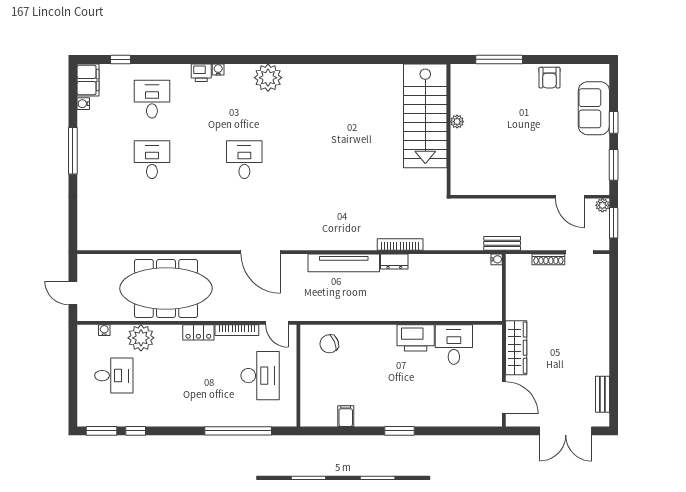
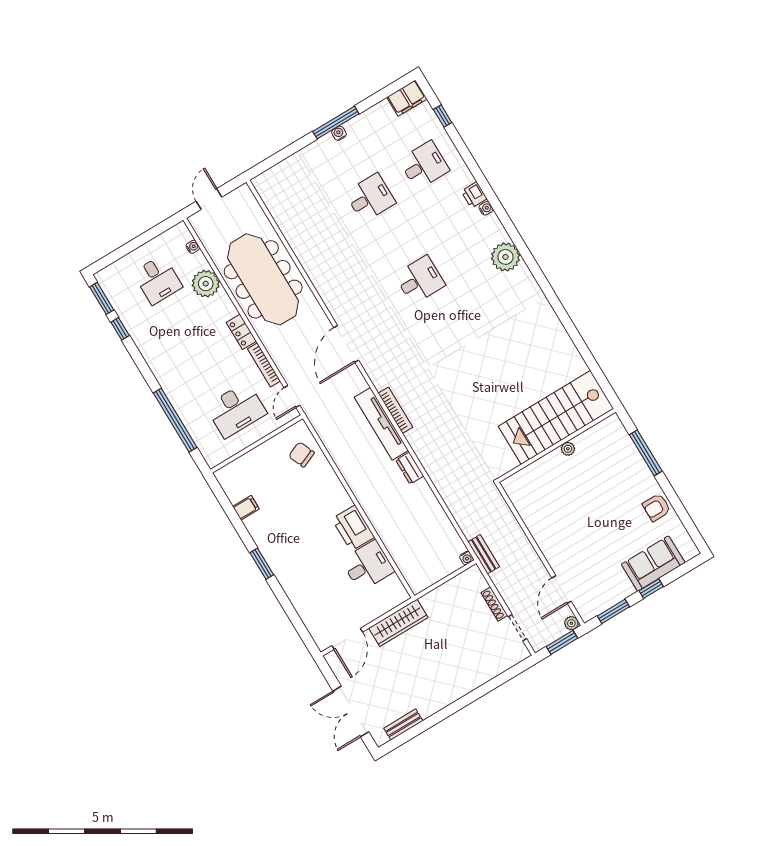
water cooler: (83, 104) -> (339, 133), moved
bookcase: (400, 244) -> (395, 410), moved

